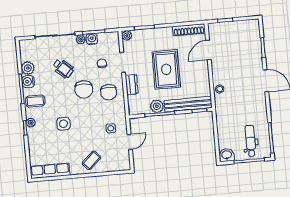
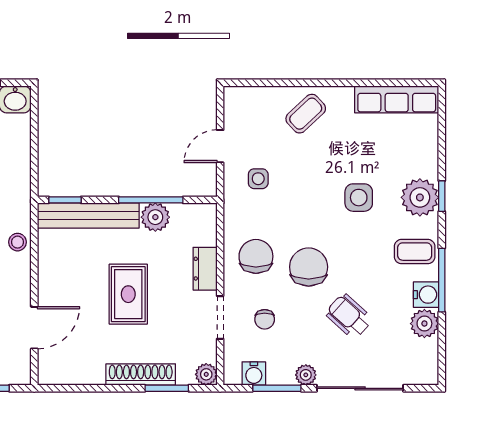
shoe rack: (189, 30) -> (141, 375), moved
water cooler: (92, 39) -> (254, 374), moved
rug: (166, 69) -> (128, 294), width x0.73, depth x0.70
plant: (31, 123) -> (420, 197), width x1.87, depth x1.87

